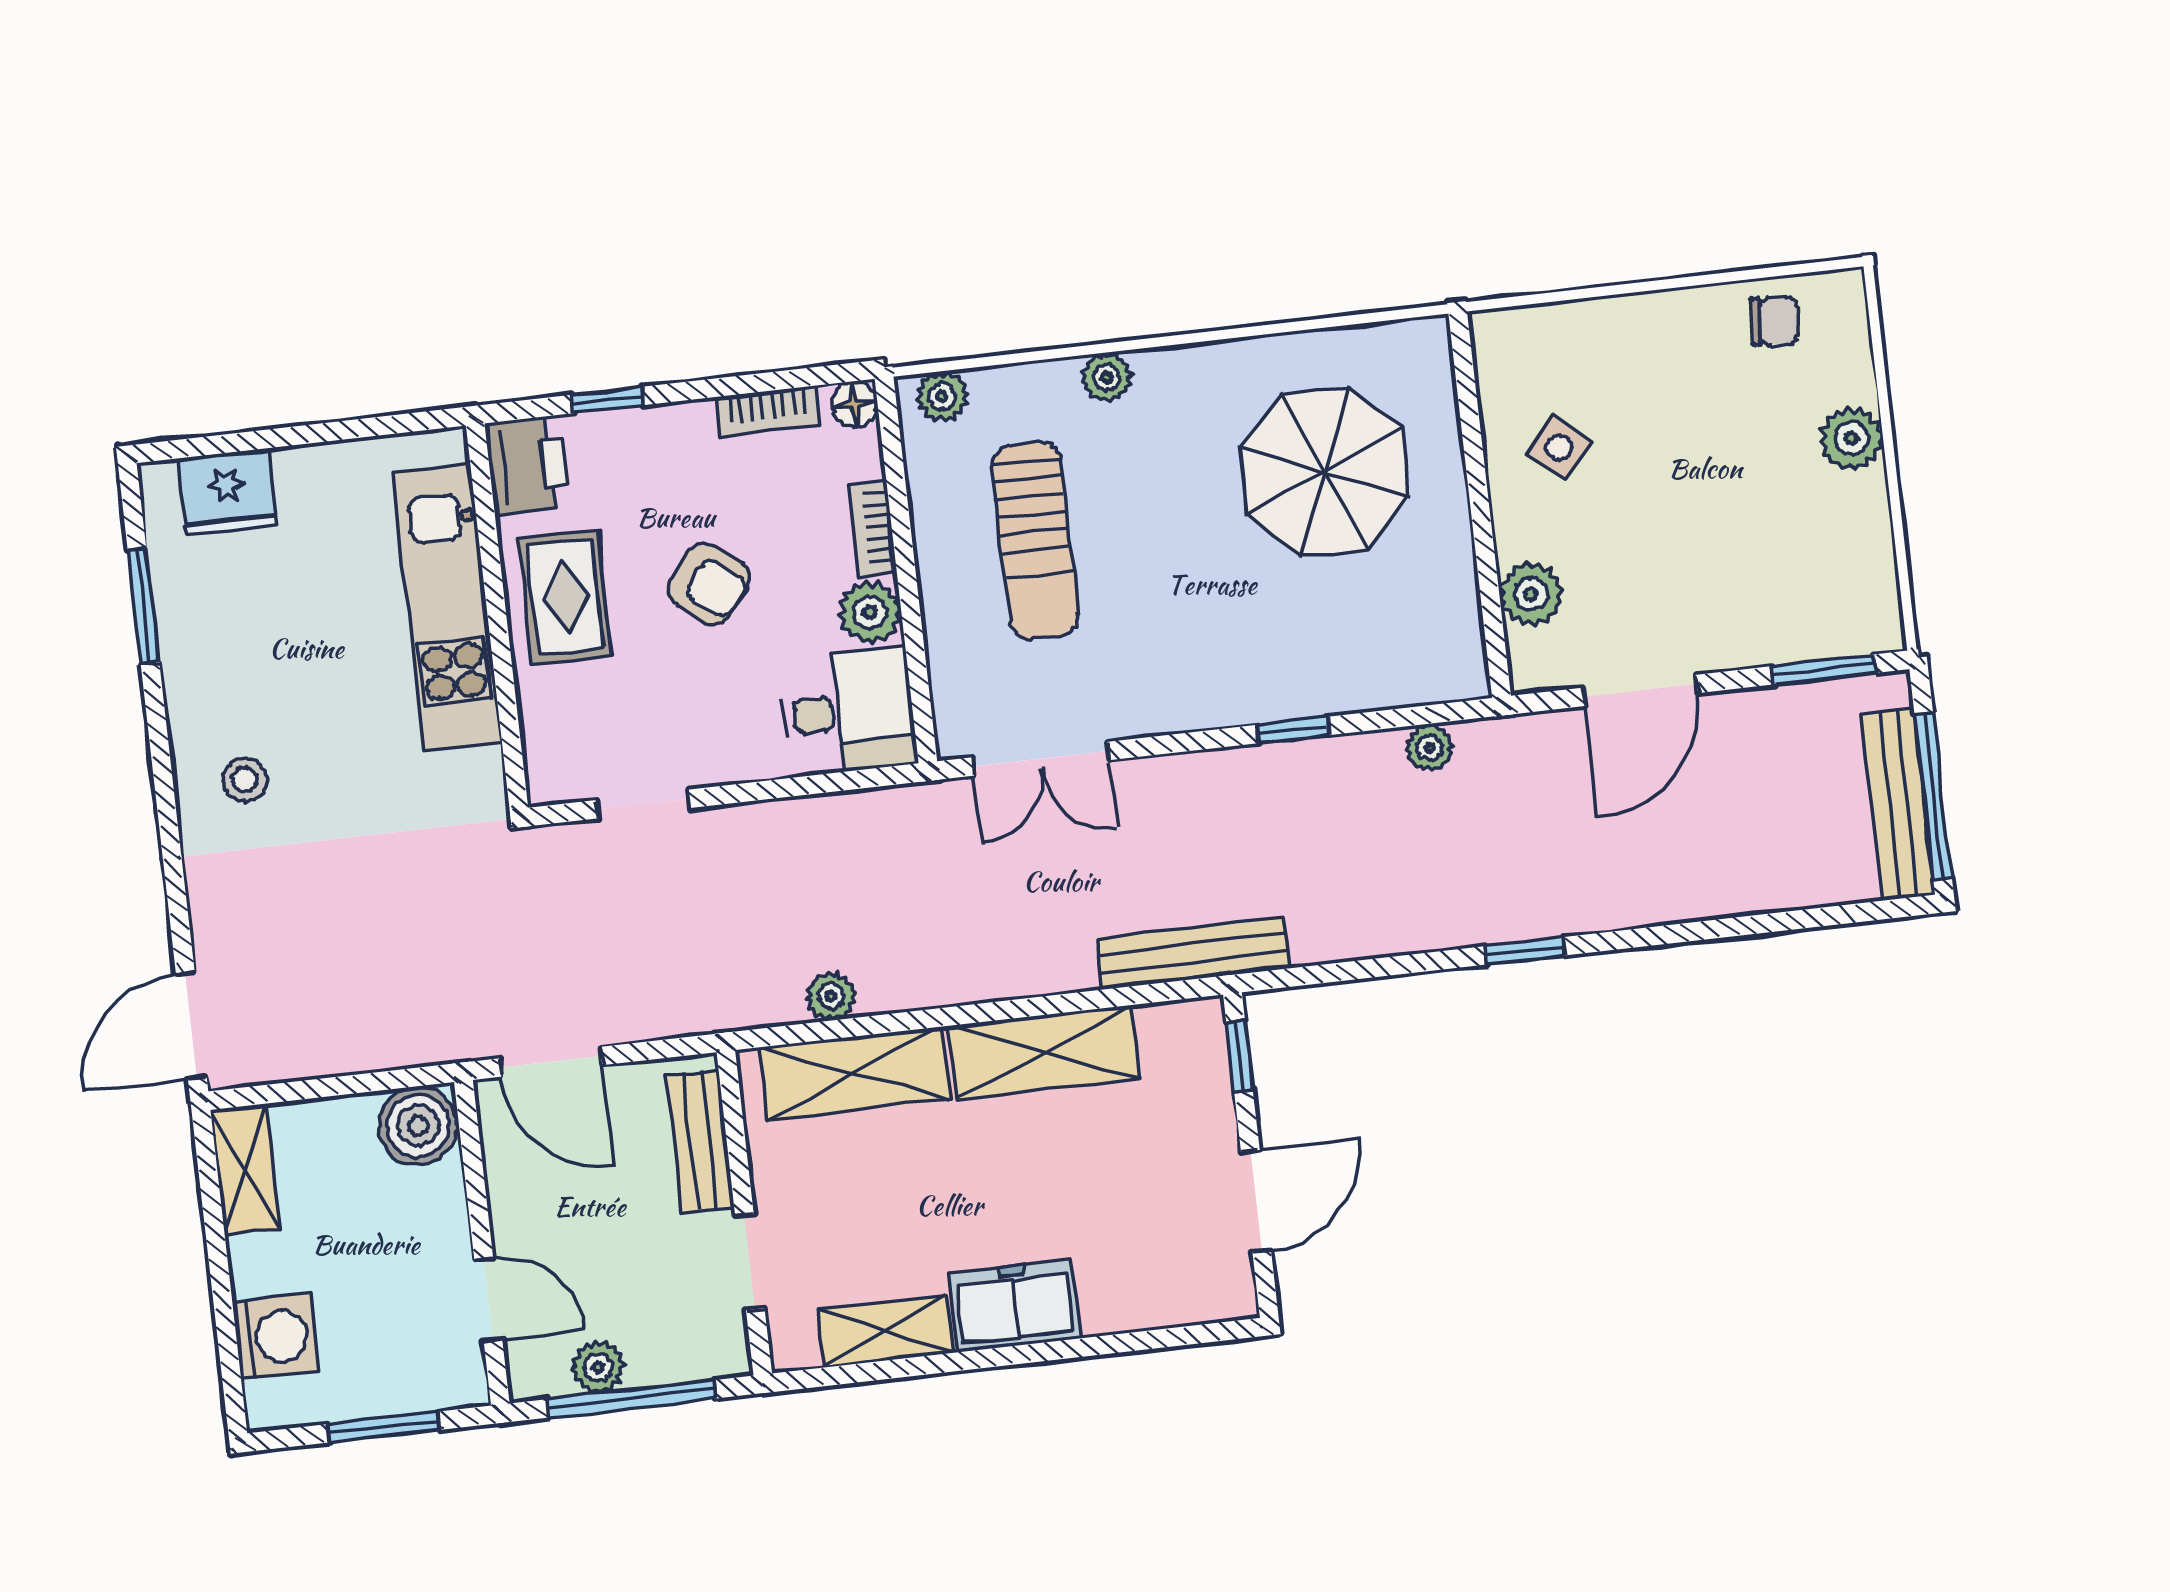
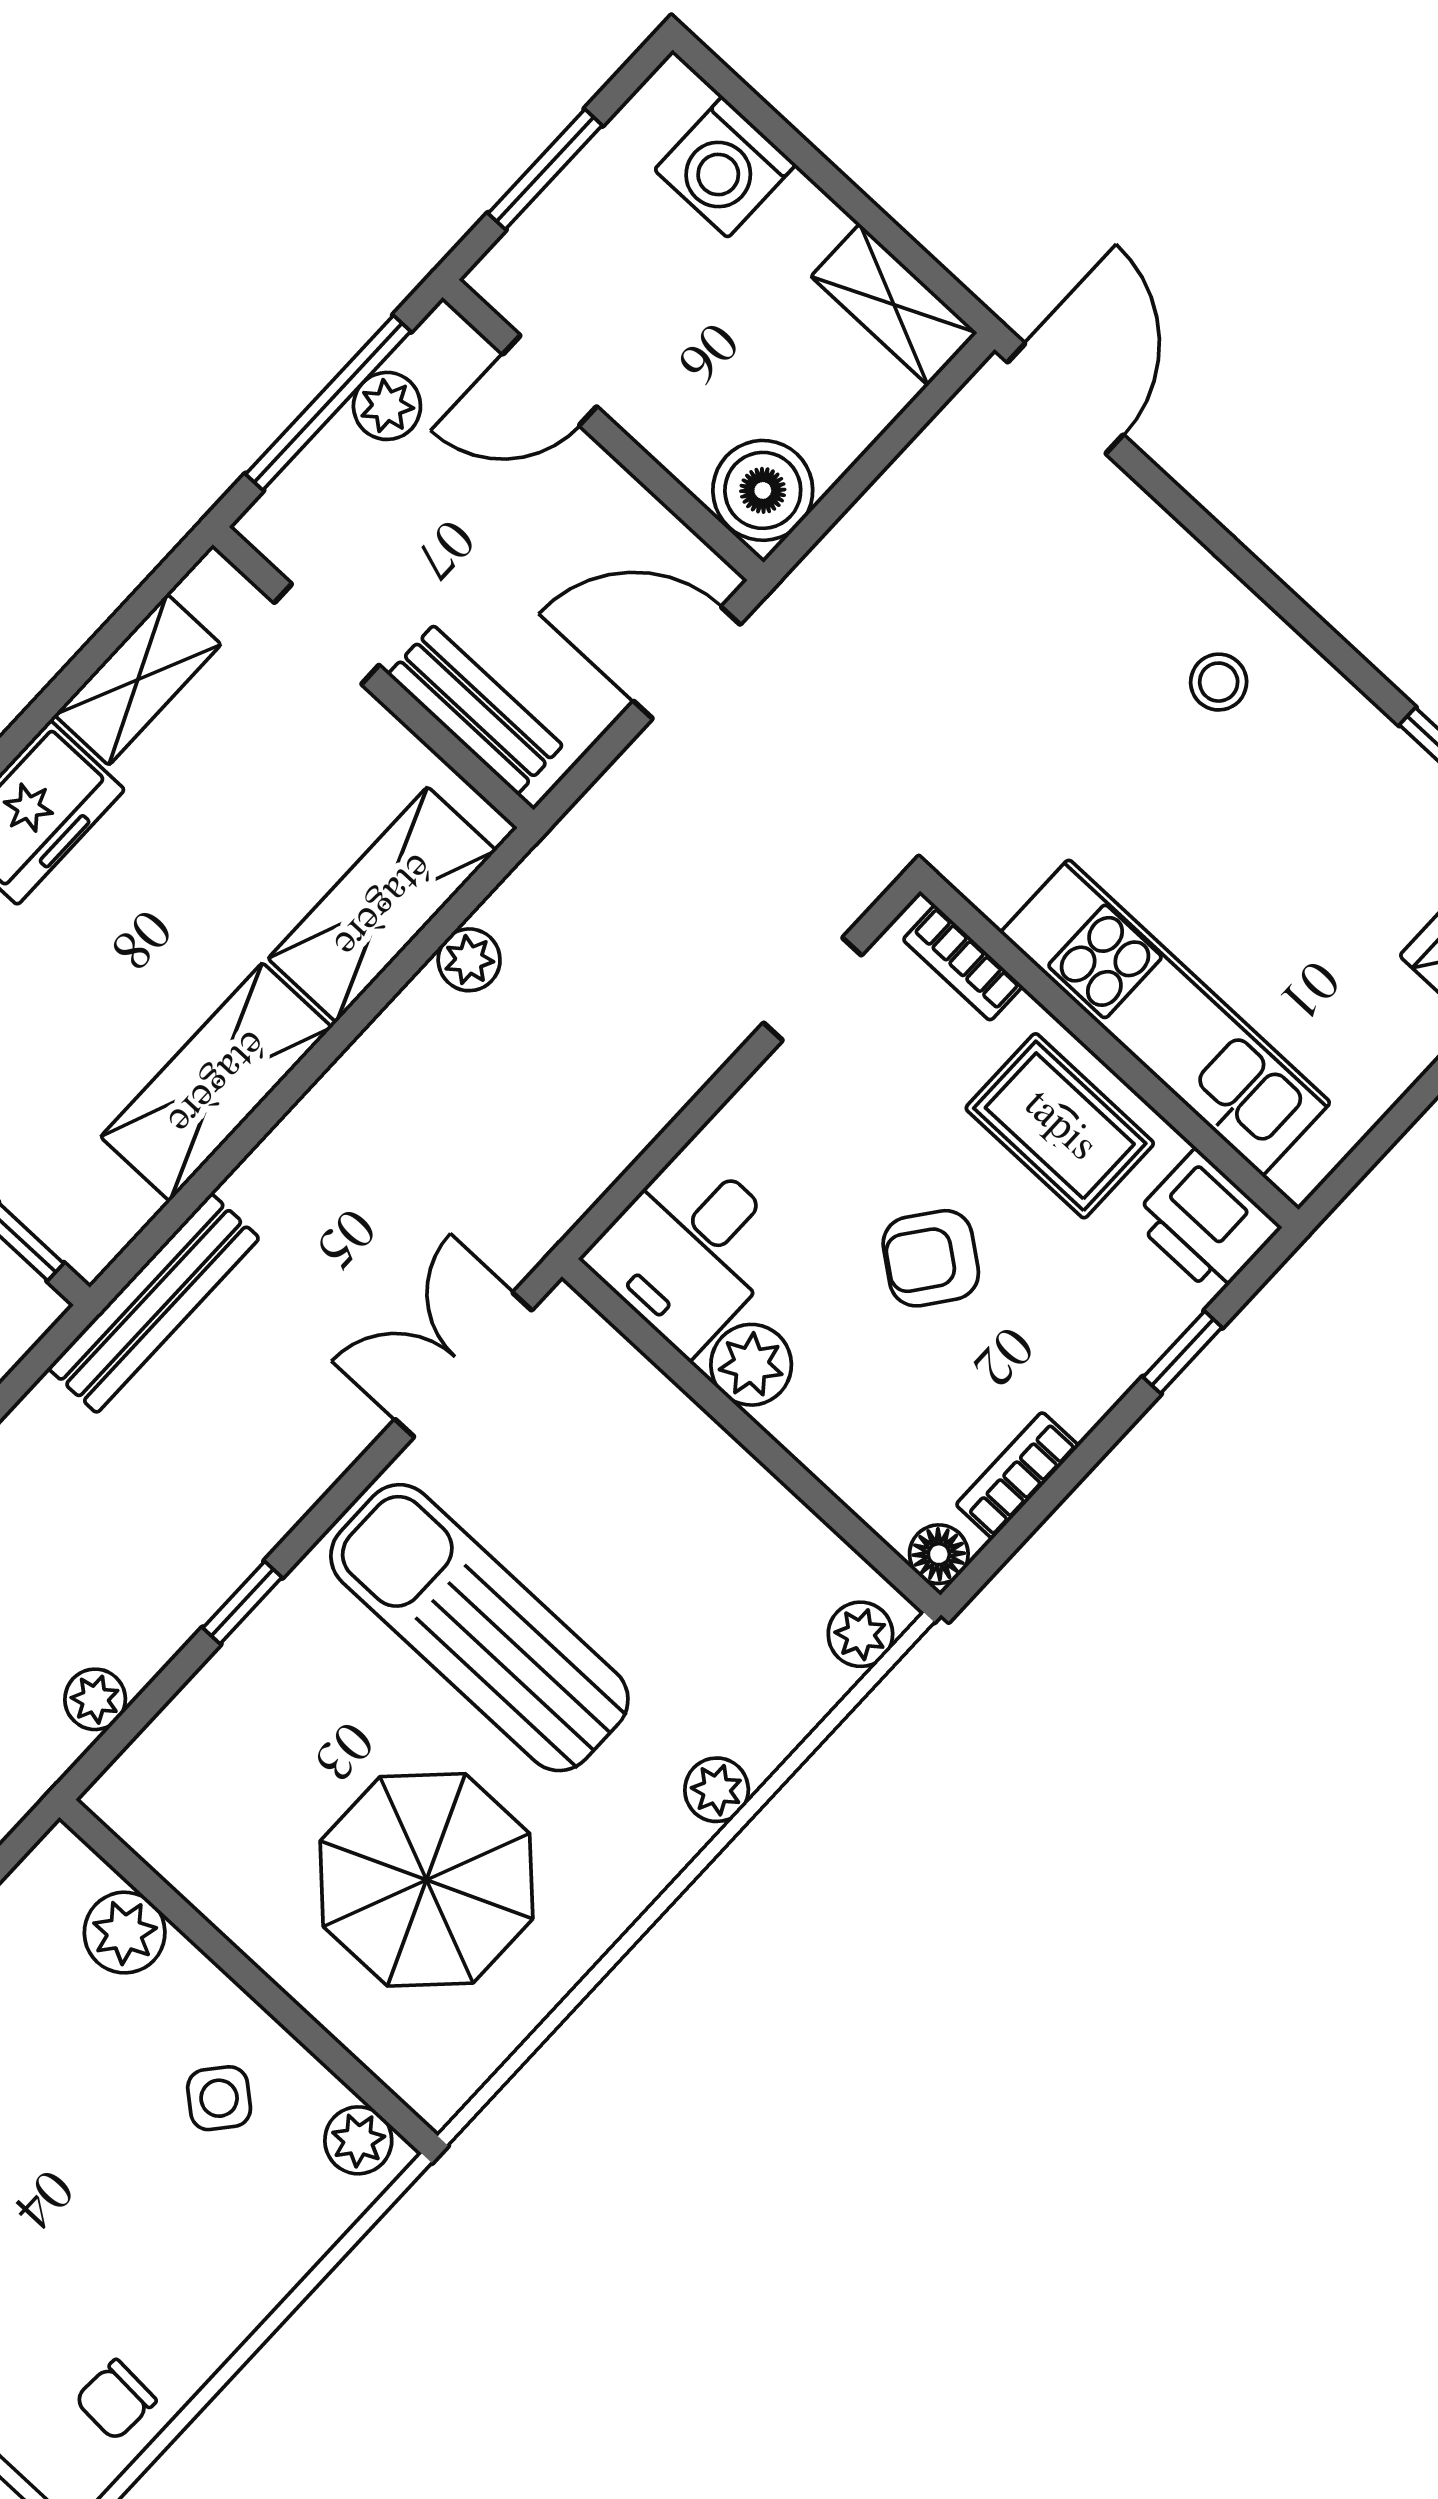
plant: (1498, 352) -> (358, 2140), added
bookcase: (873, 528) -> (963, 963), moved, turned 180
sun lounger: (1035, 541) -> (479, 1628), moved, width x1.36, depth x1.34

